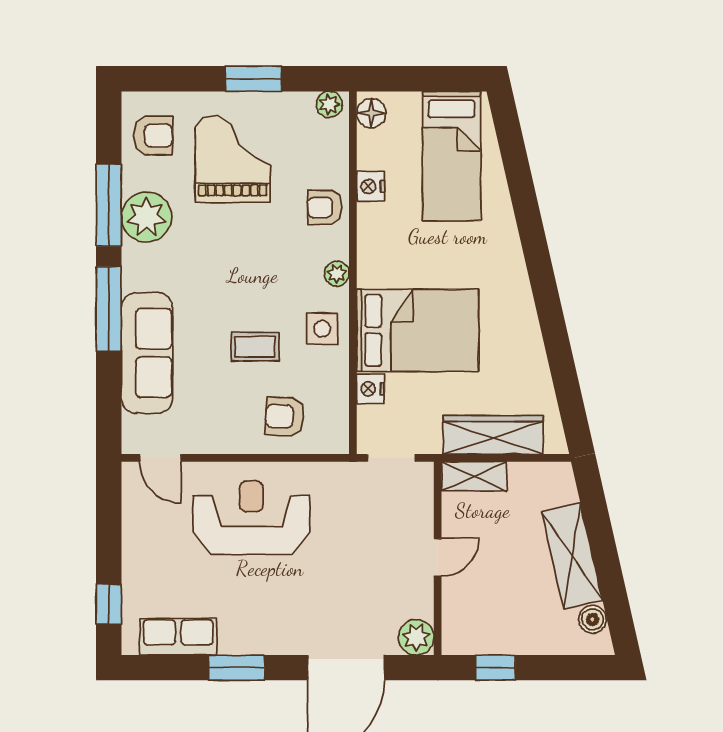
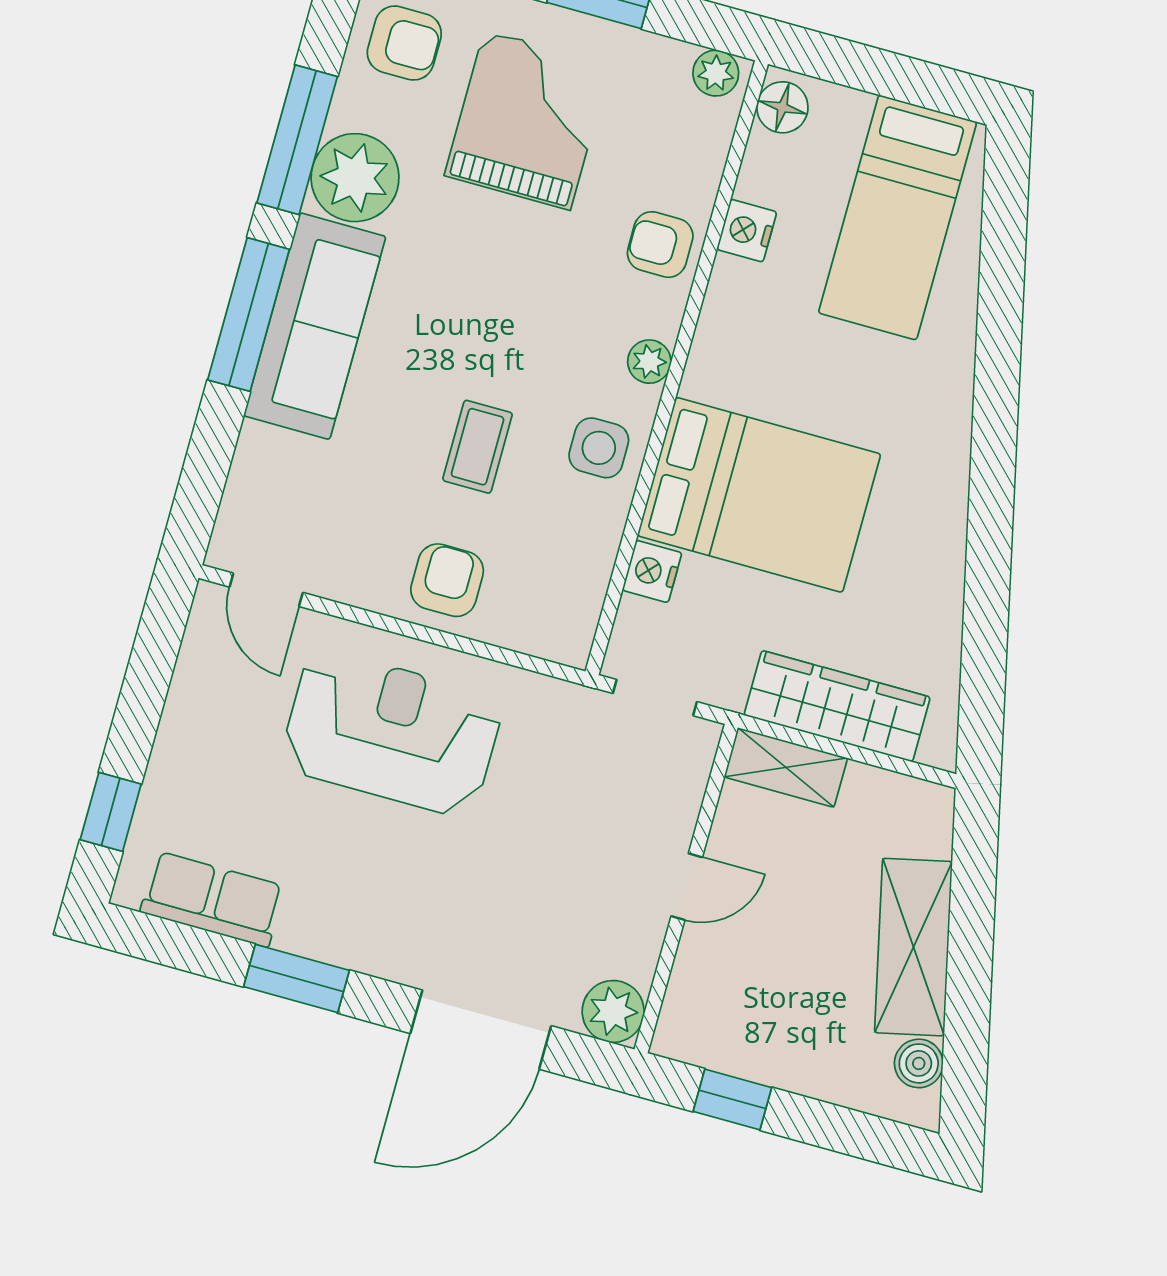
coffee table: (255, 347) -> (478, 447), turned 90
sofa: (147, 353) -> (315, 326), moved
armchair: (285, 417) -> (447, 580), moved, turned 87

